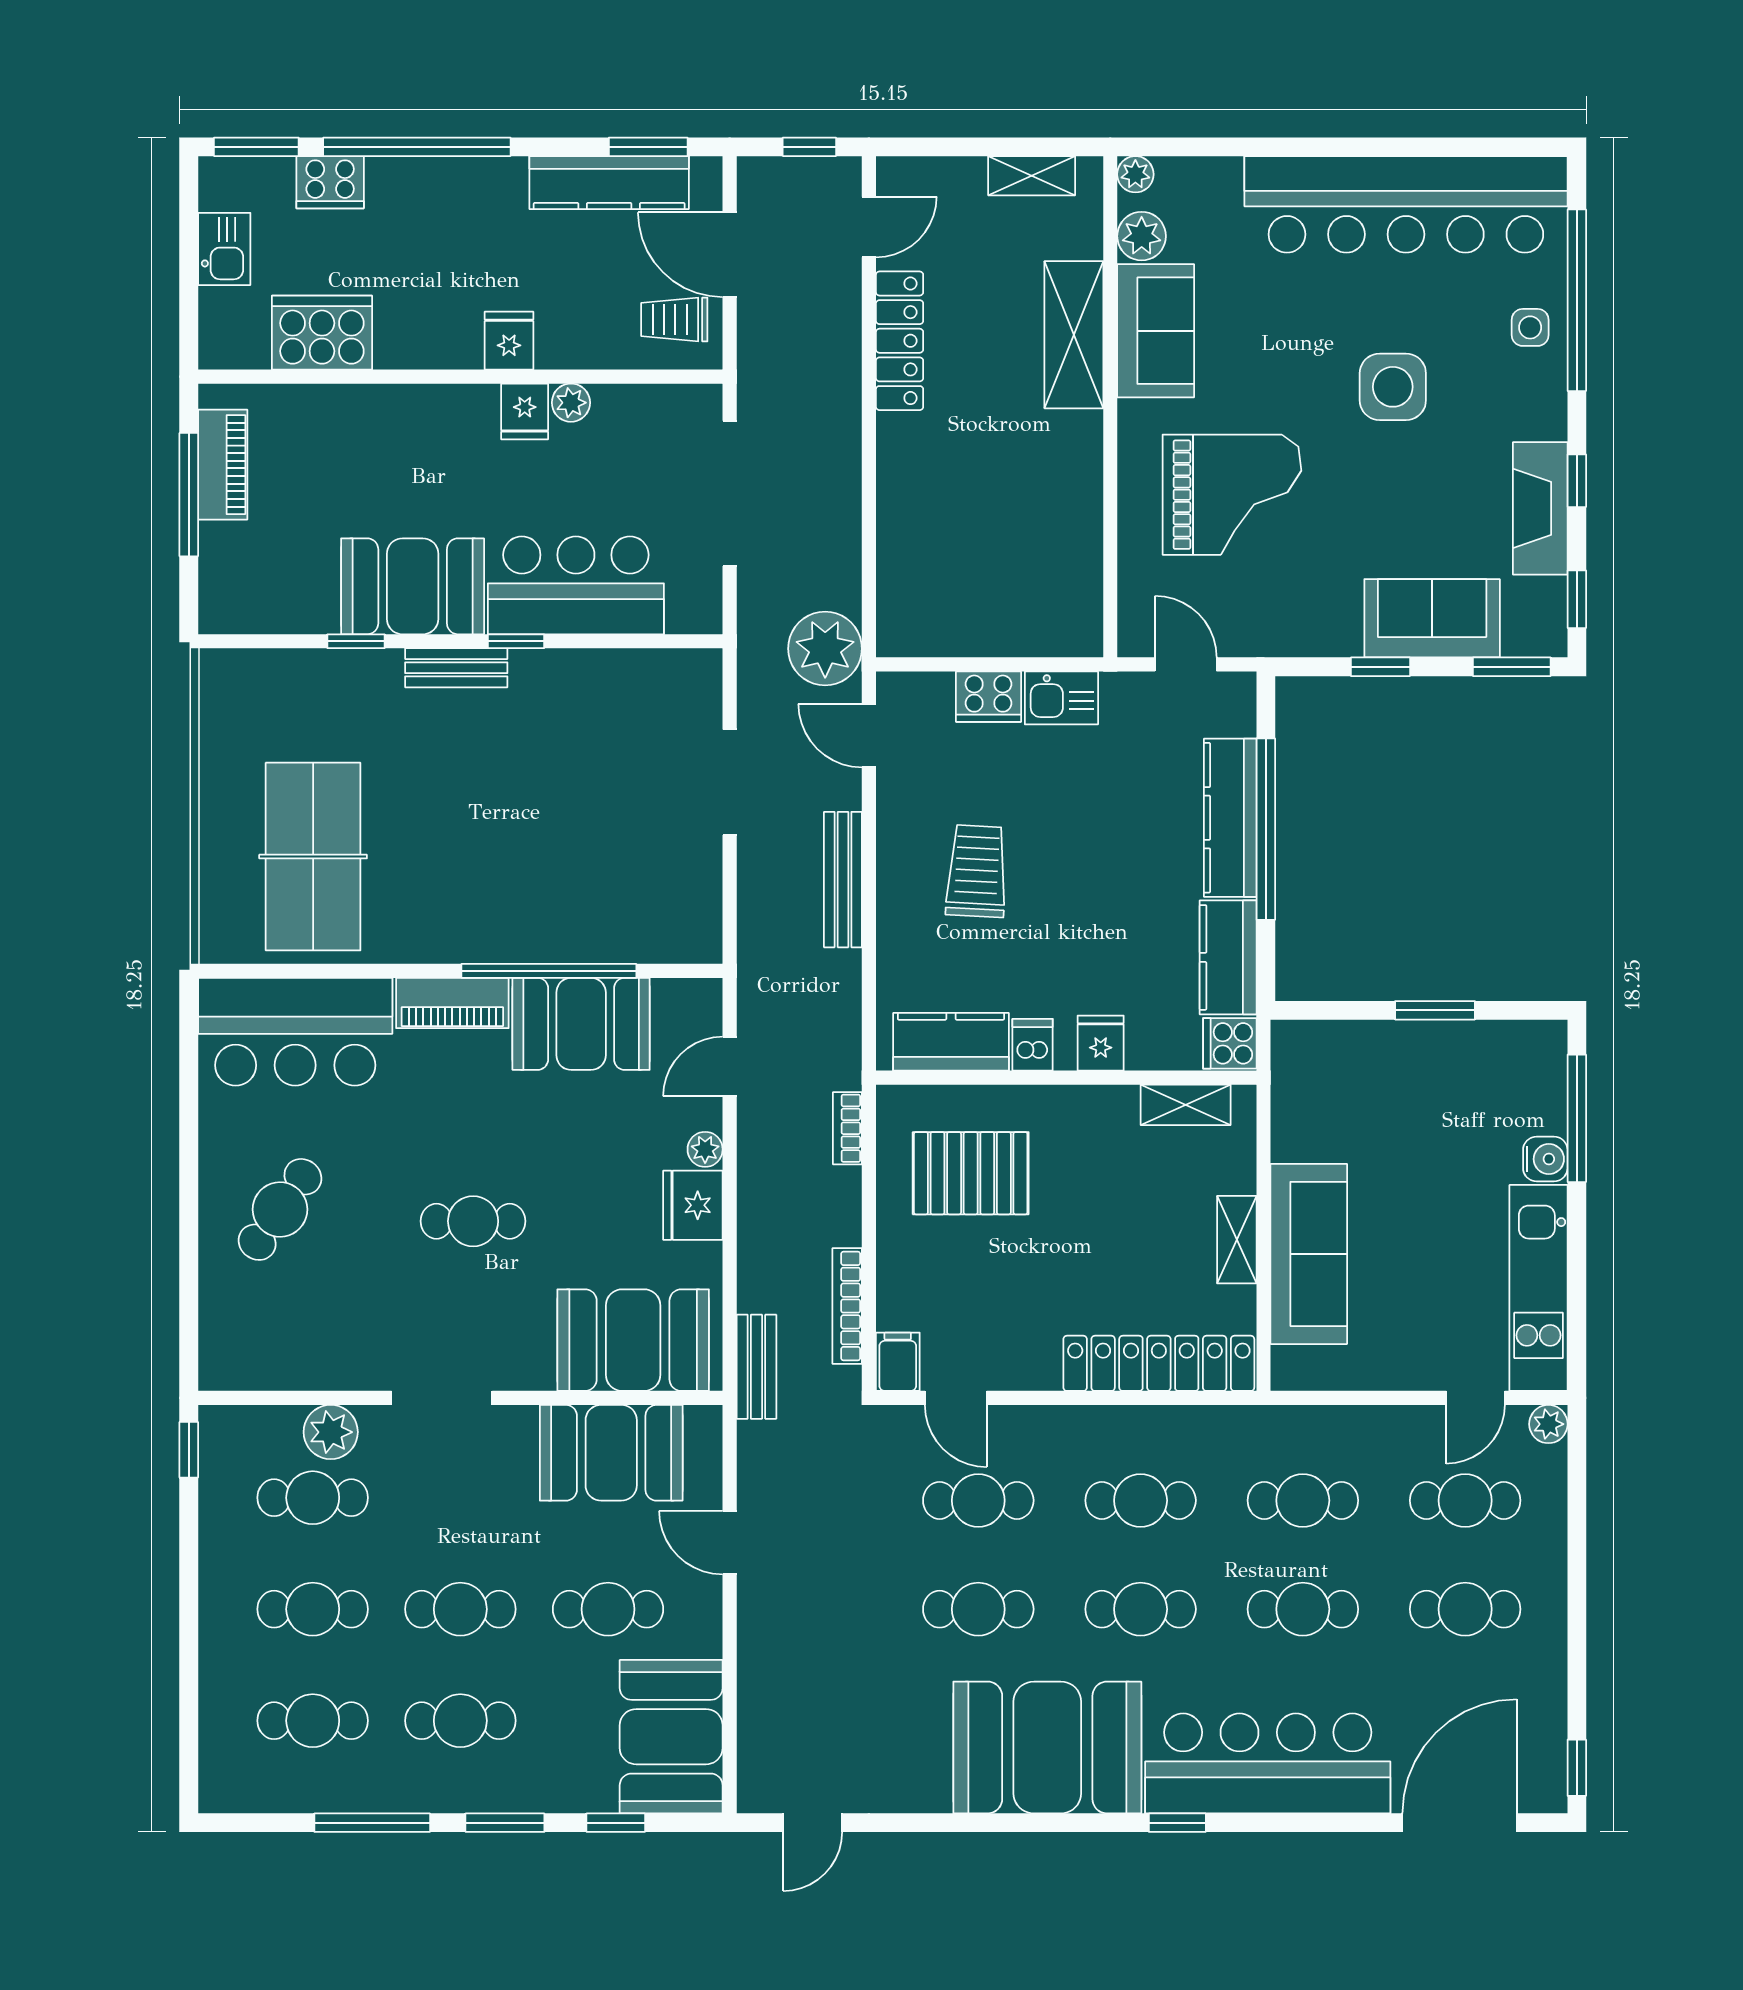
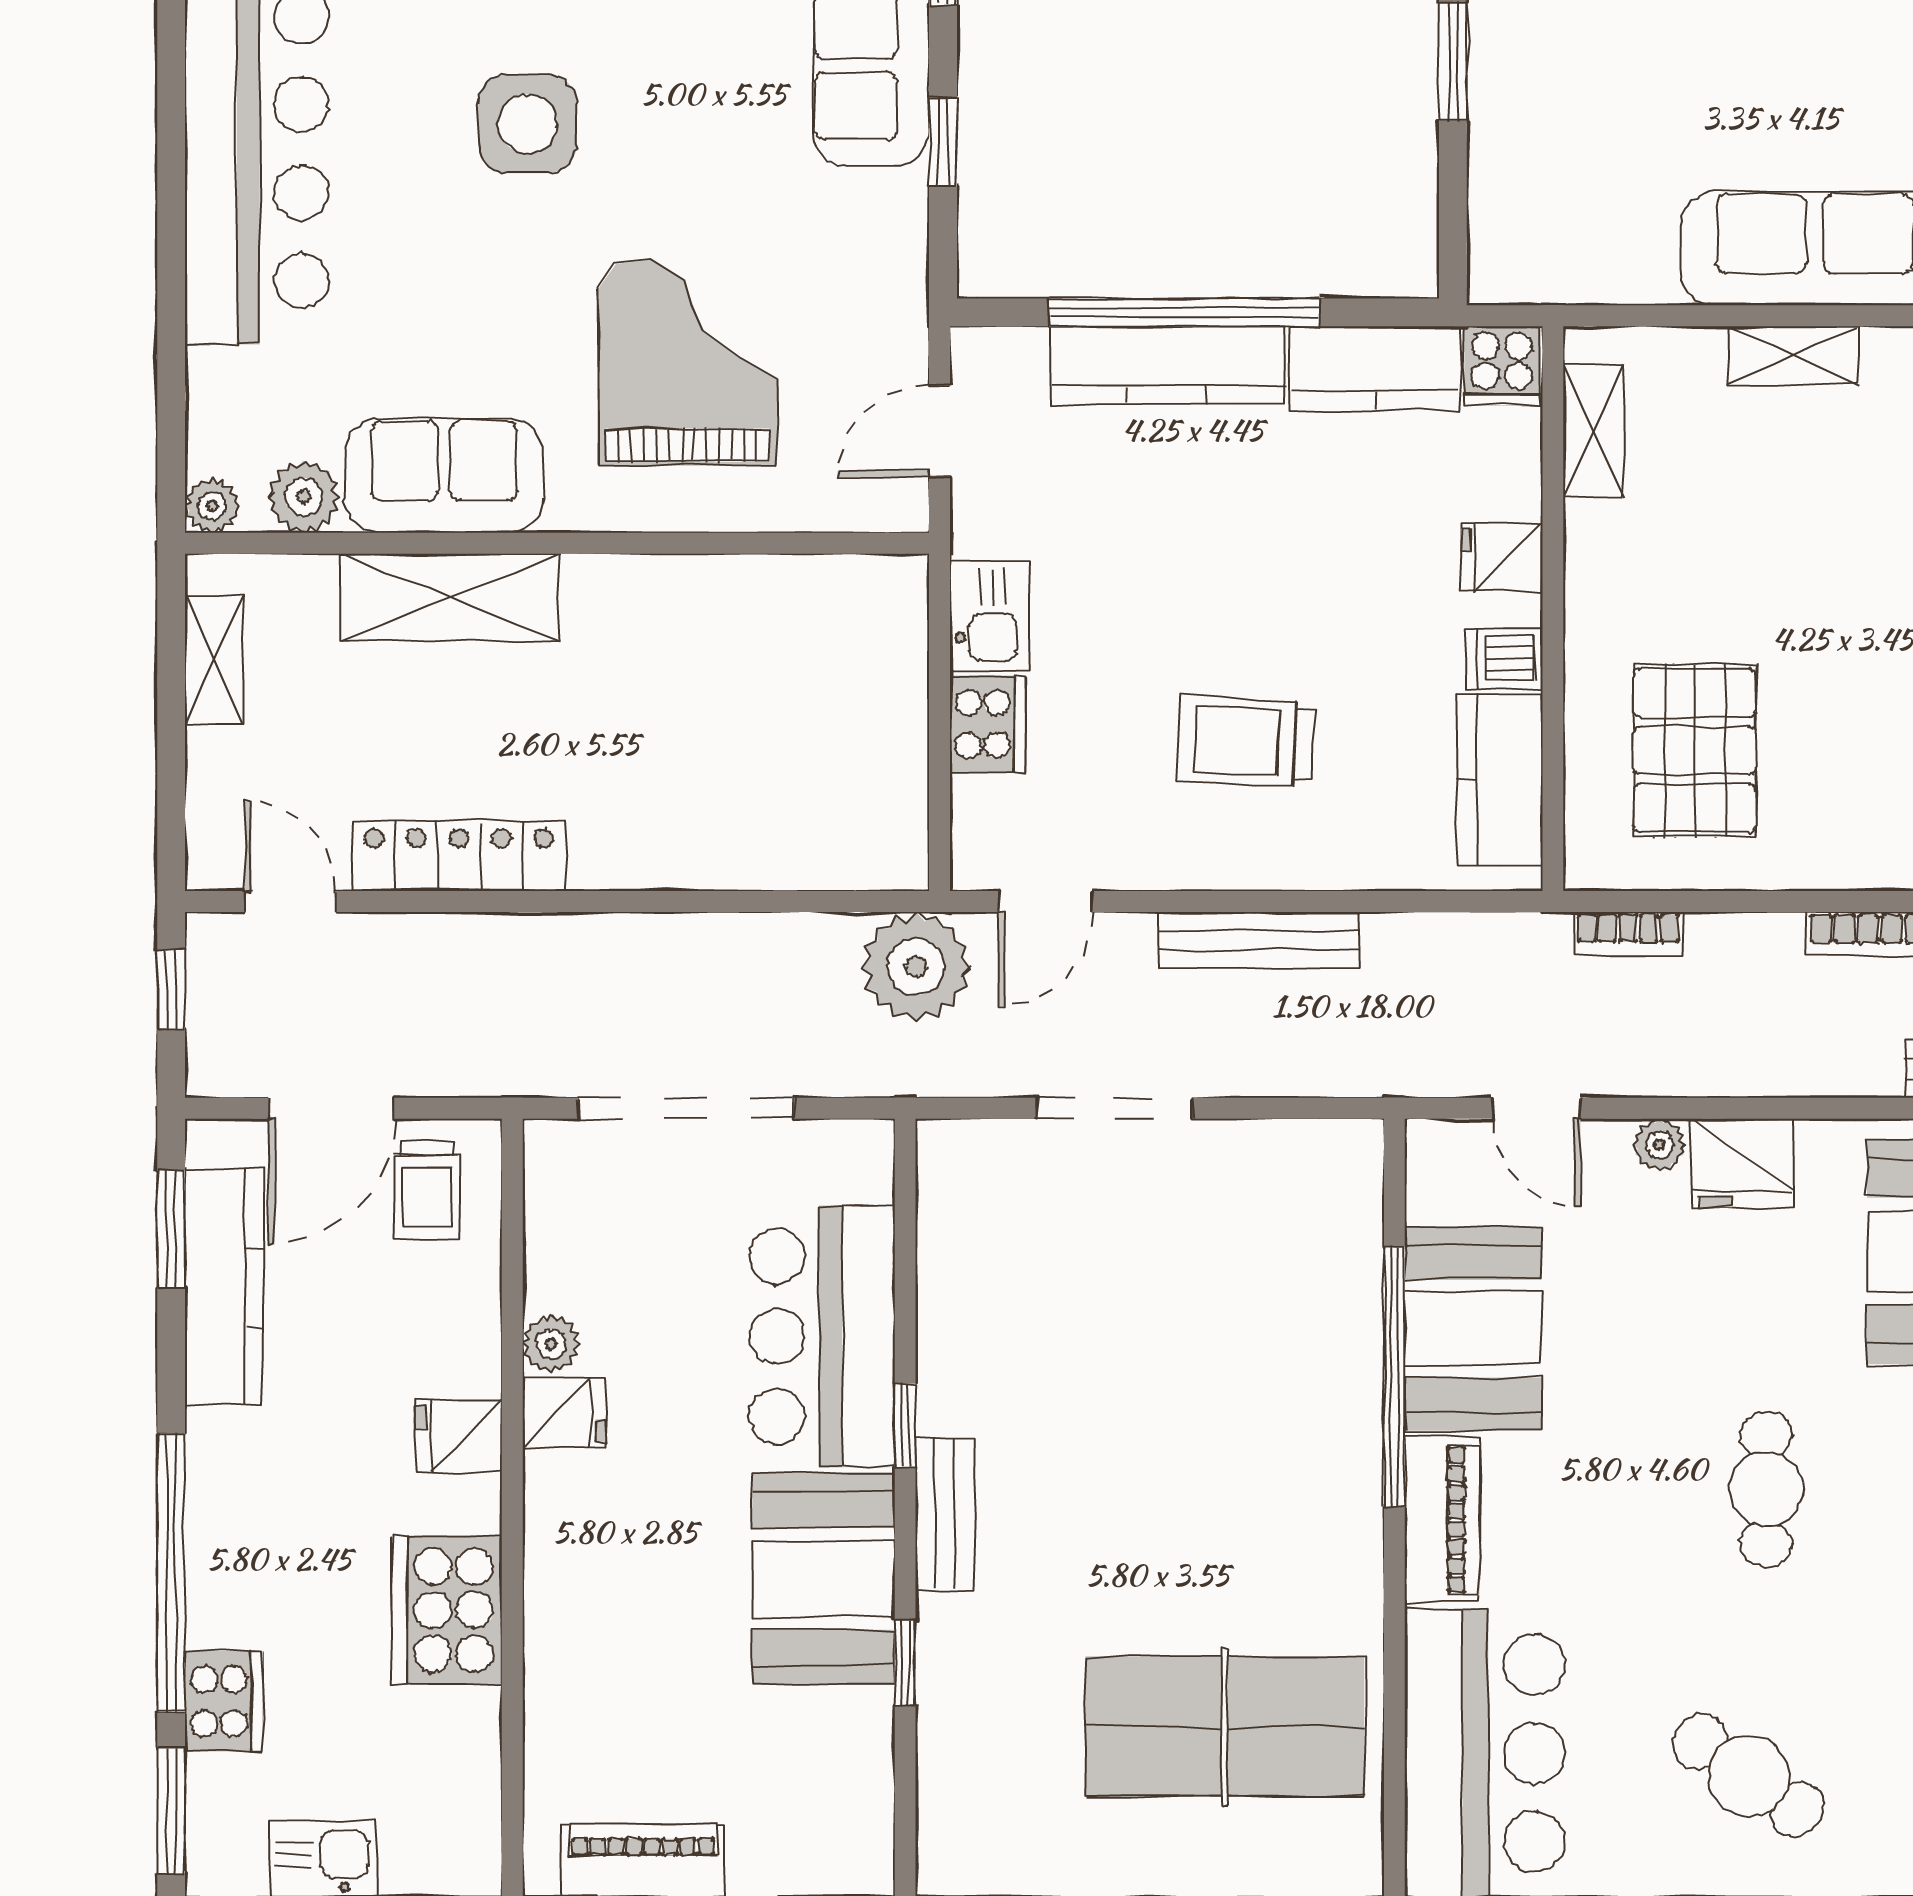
cooker: (322, 333) -> (447, 1610), moved

